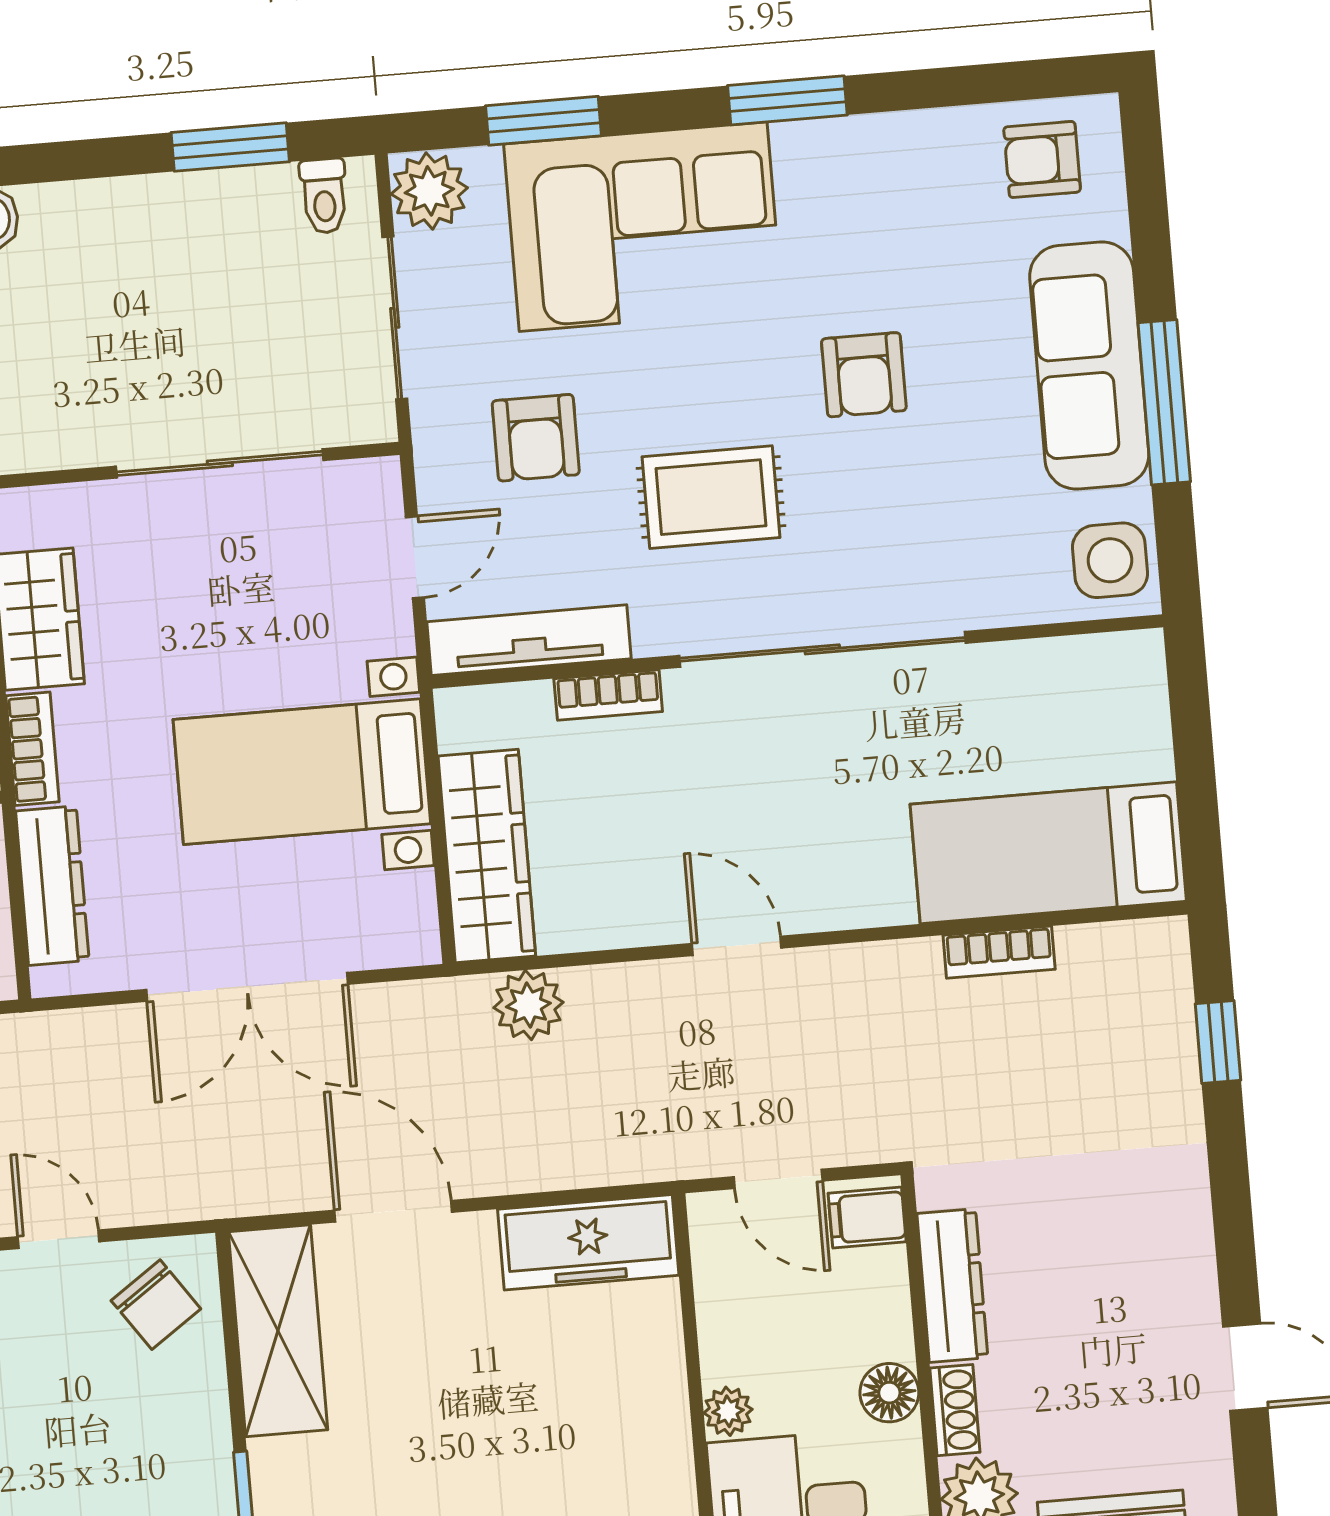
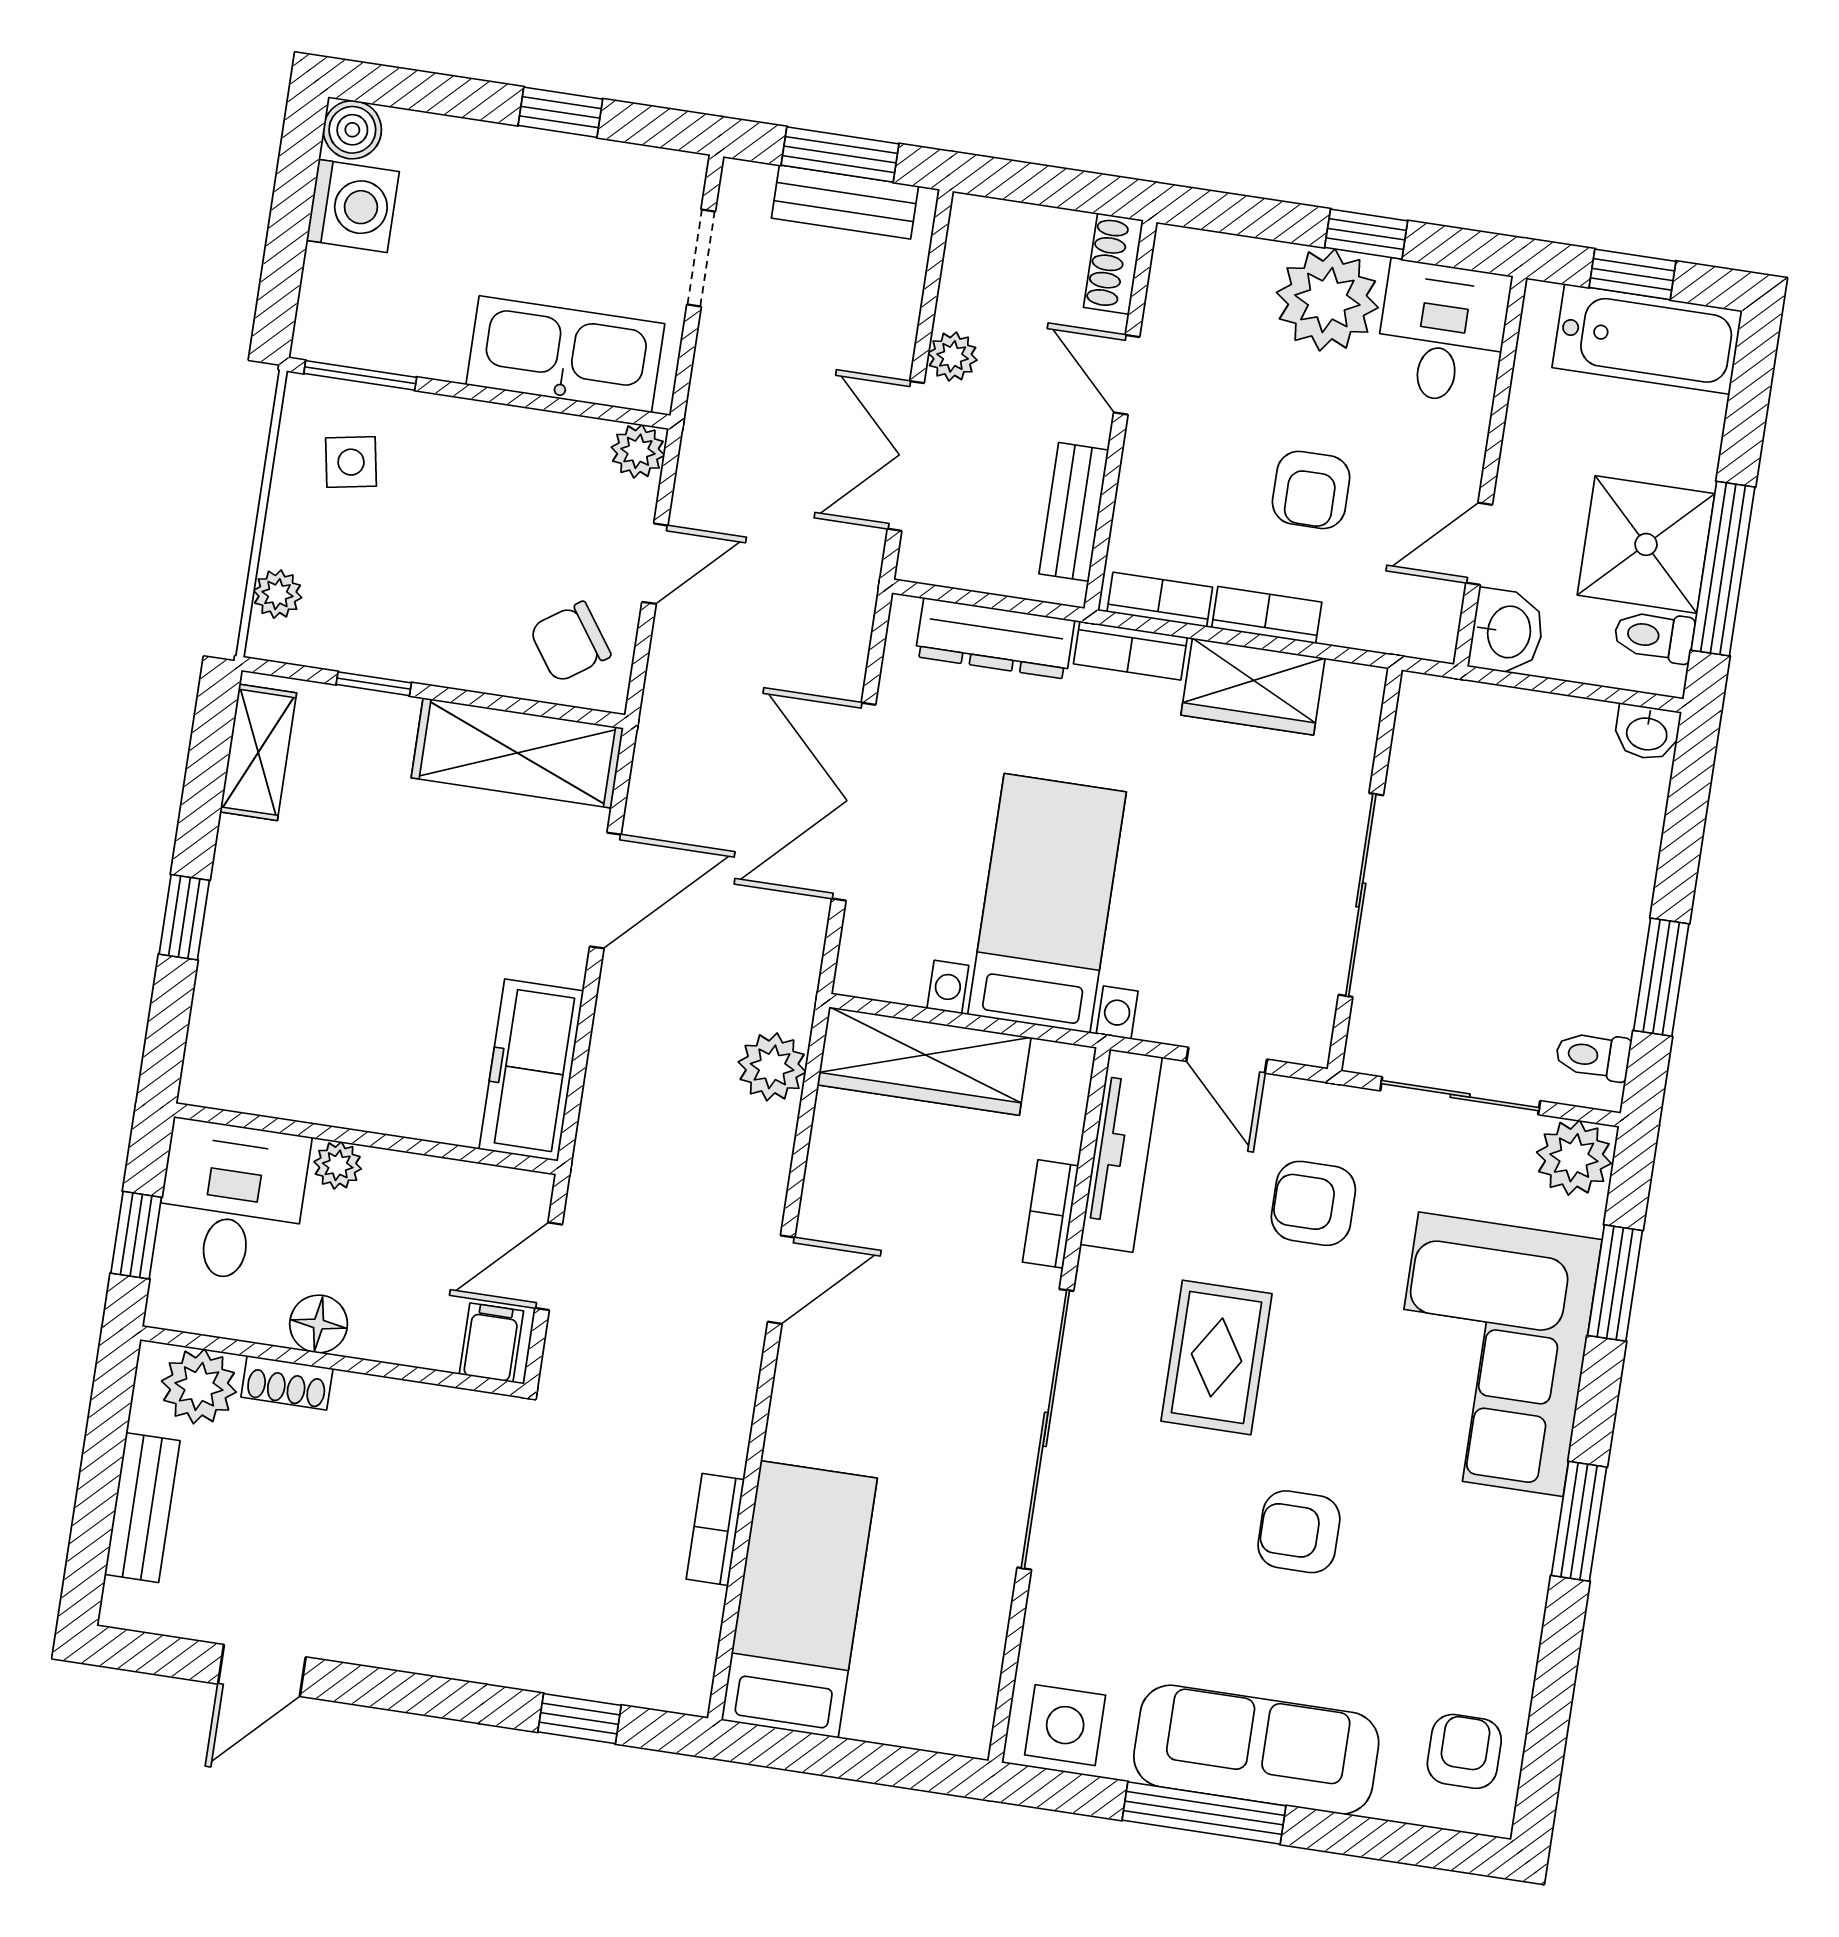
dresser: (952, 1286) -> (407, 1409), removed

